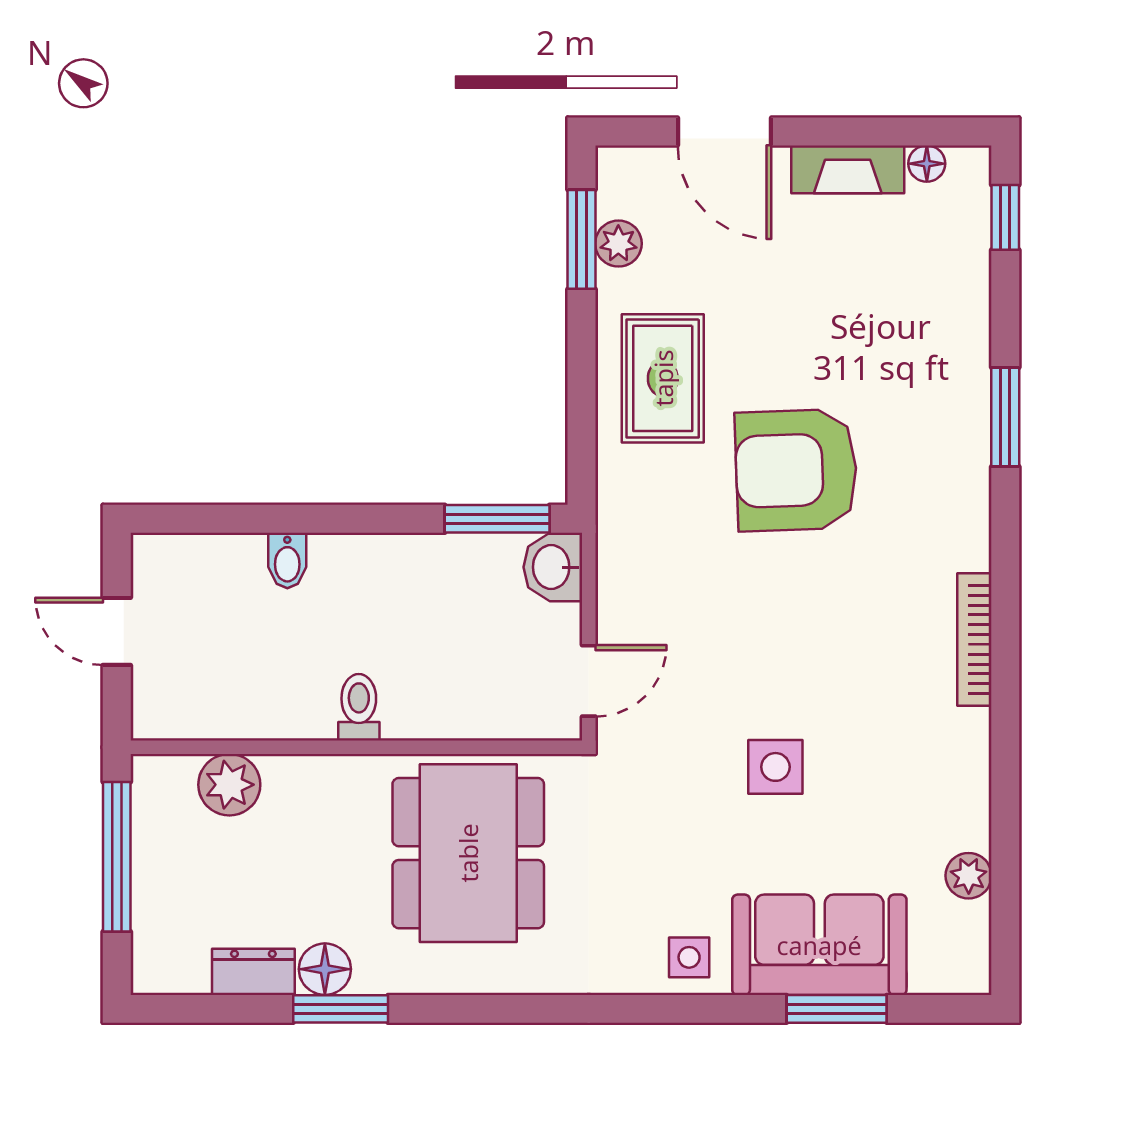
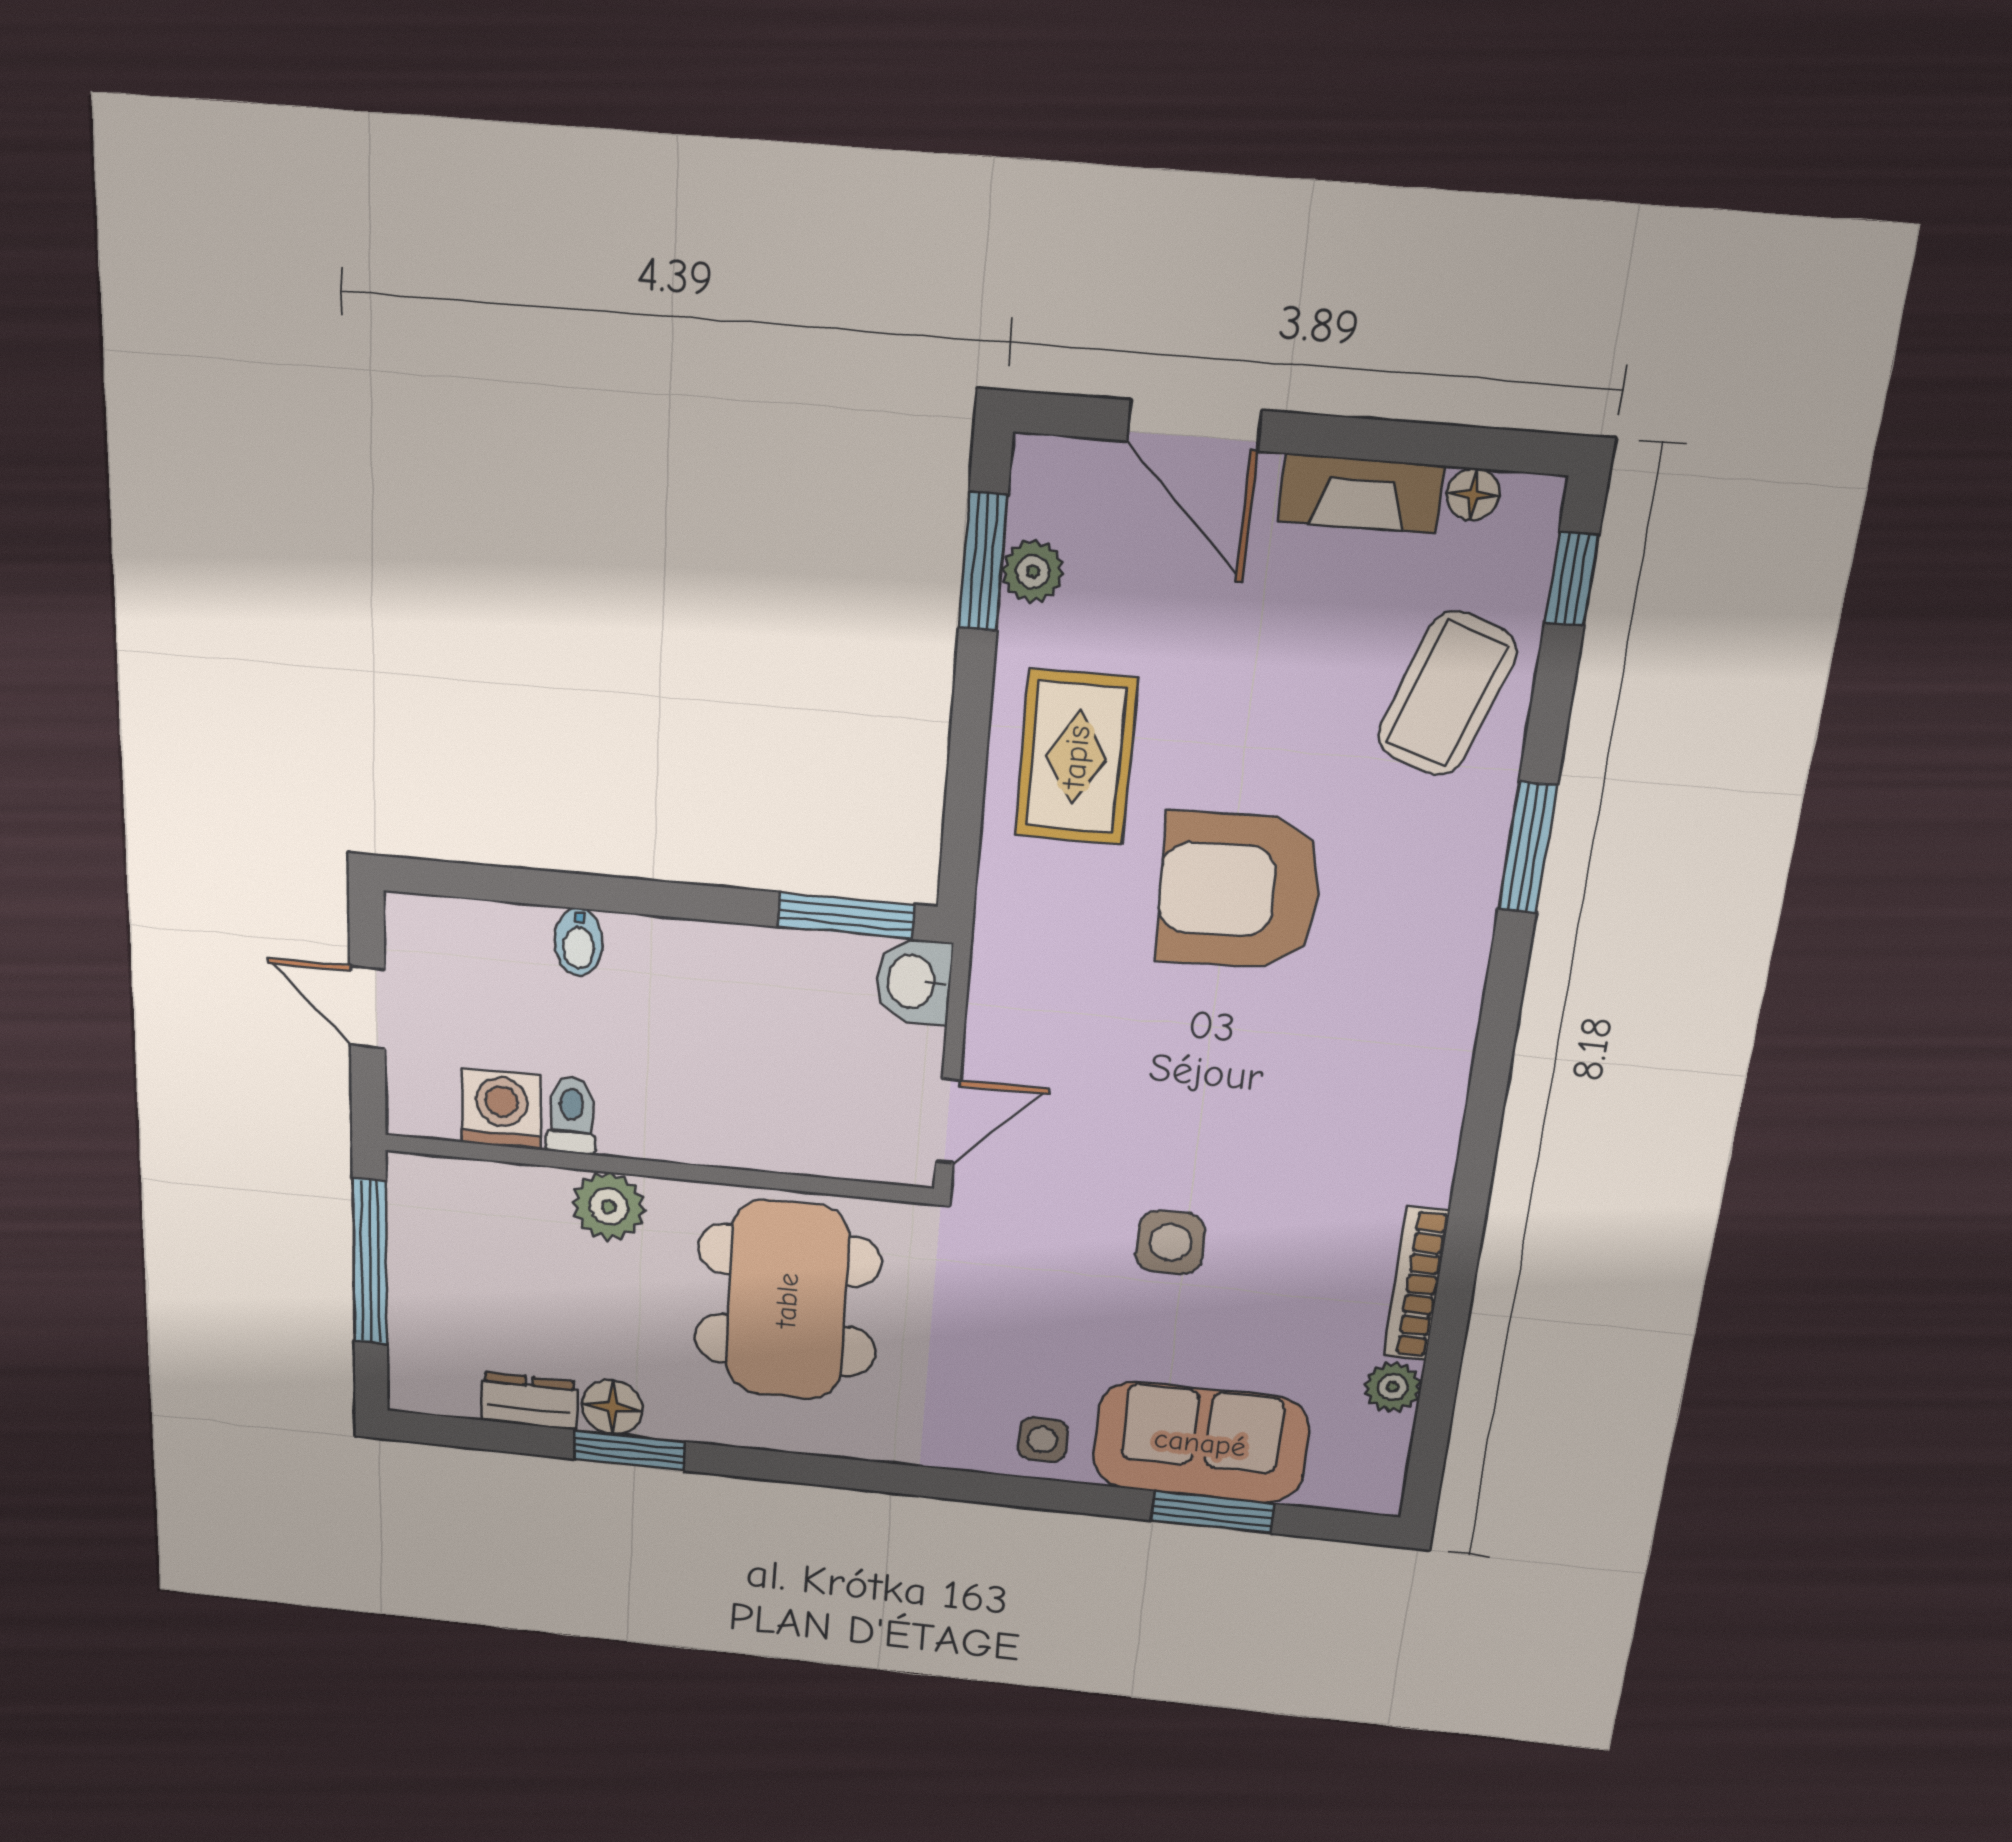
coffee table: (929, 307) -> (1447, 694), added
bookcase: (974, 639) -> (1416, 1284), moved
toilet: (359, 707) -> (571, 1115), moved
washing machine: (227, 708) -> (502, 1109), added
plant: (229, 785) -> (609, 1207), moved

